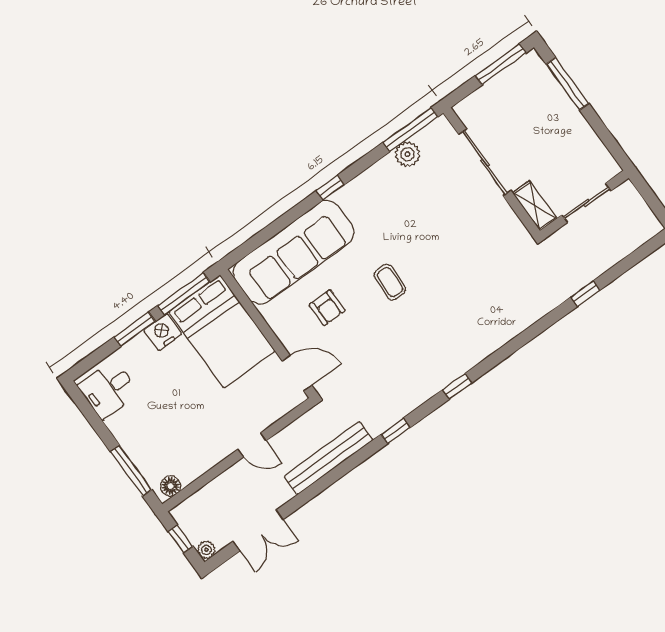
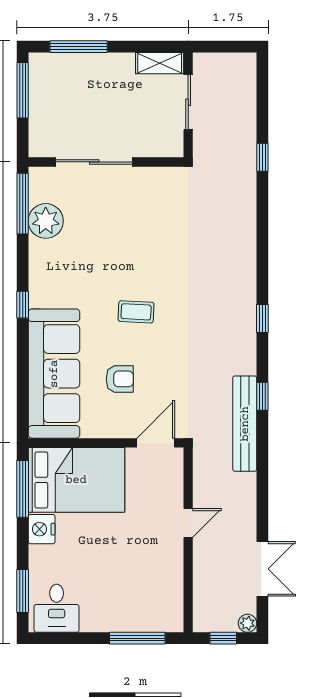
plant: (407, 154) -> (46, 221), width x1.36, depth x1.36
shelving: (535, 206) -> (160, 63), moved
window: (135, 329) -> (23, 591), moved
bench: (328, 458) -> (245, 424), moved
floor lamp: (170, 486) -> (173, 615), removed

